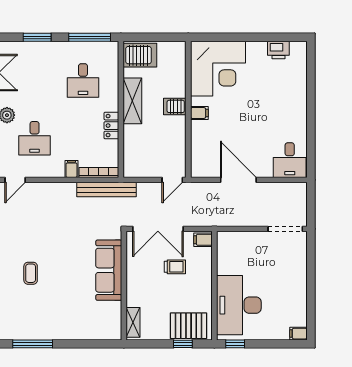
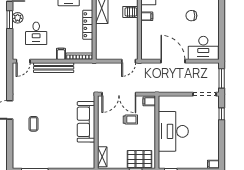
chair: (266, 112) -> (191, 16), added
locker: (111, 126) -> (88, 25), width x1.53
desk: (290, 160) -> (203, 48), width x1.37
bench: (107, 190) -> (54, 68), moved
window: (311, 206) -> (222, 78), added
window: (311, 258) -> (222, 114), added
desk: (239, 305) -> (173, 131), moved

